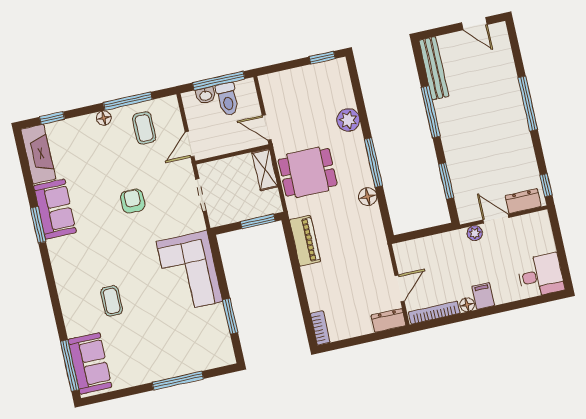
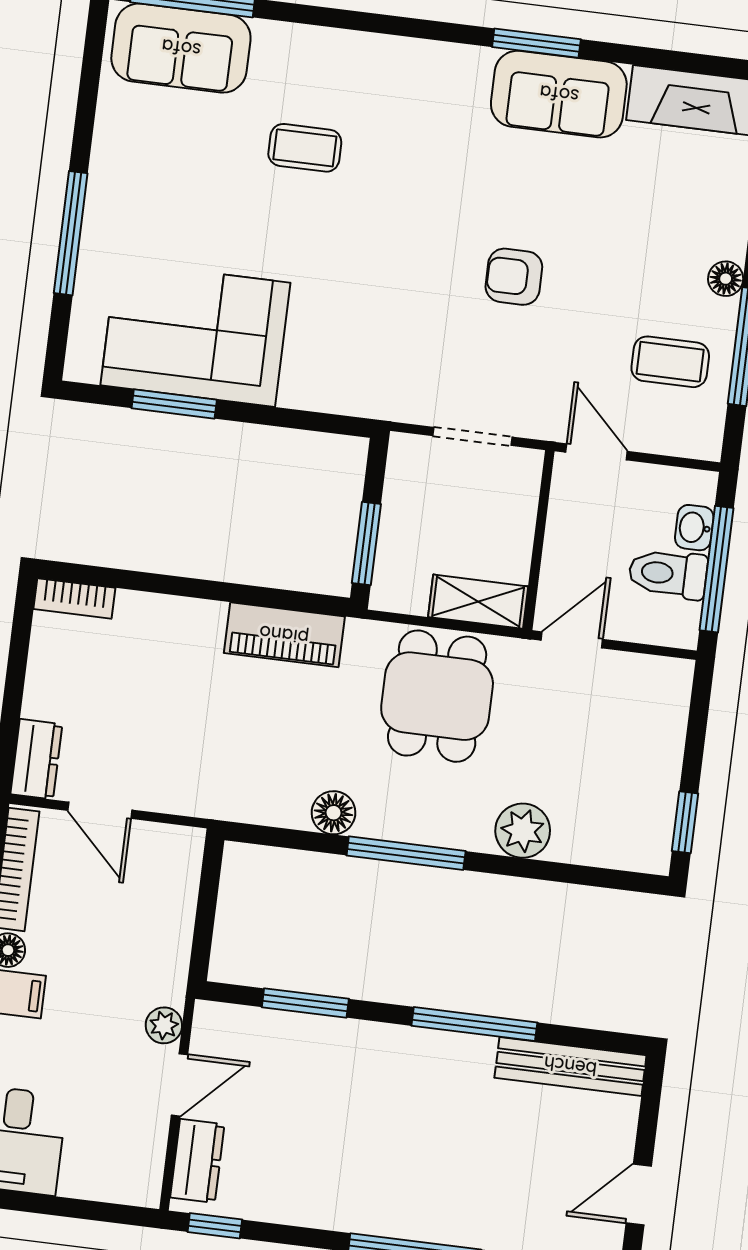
armchair: (133, 201) -> (514, 277), turned 180
corner sofa: (189, 272) -> (195, 334), moved

